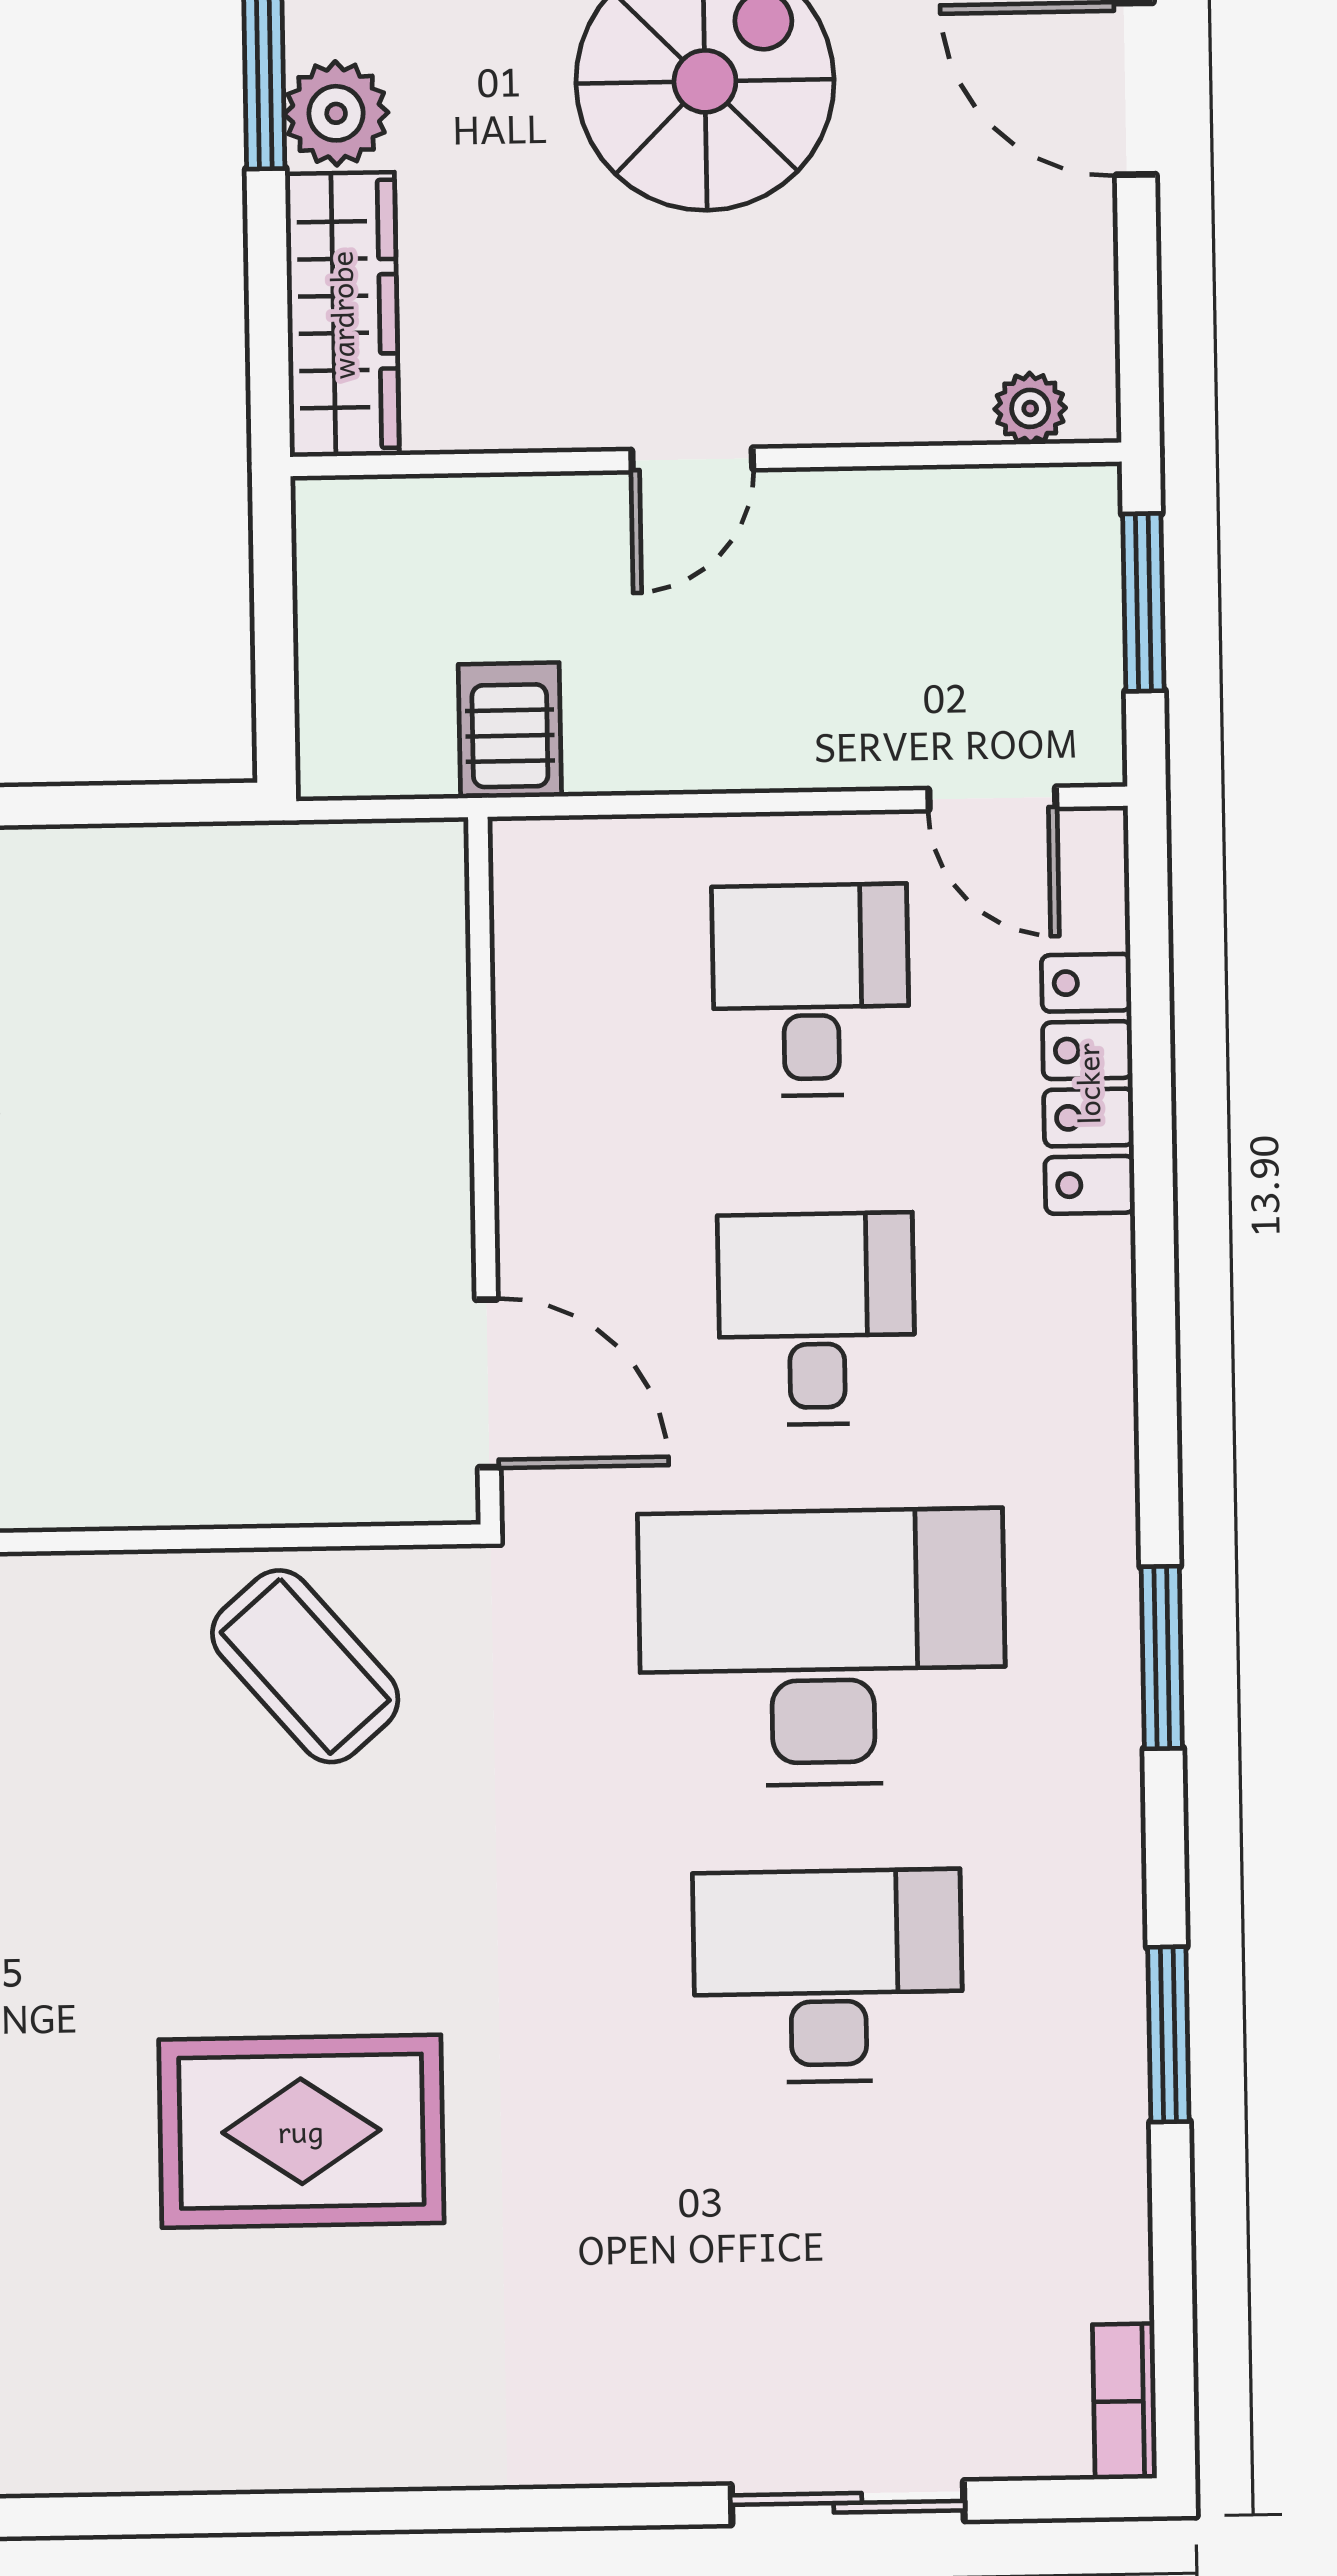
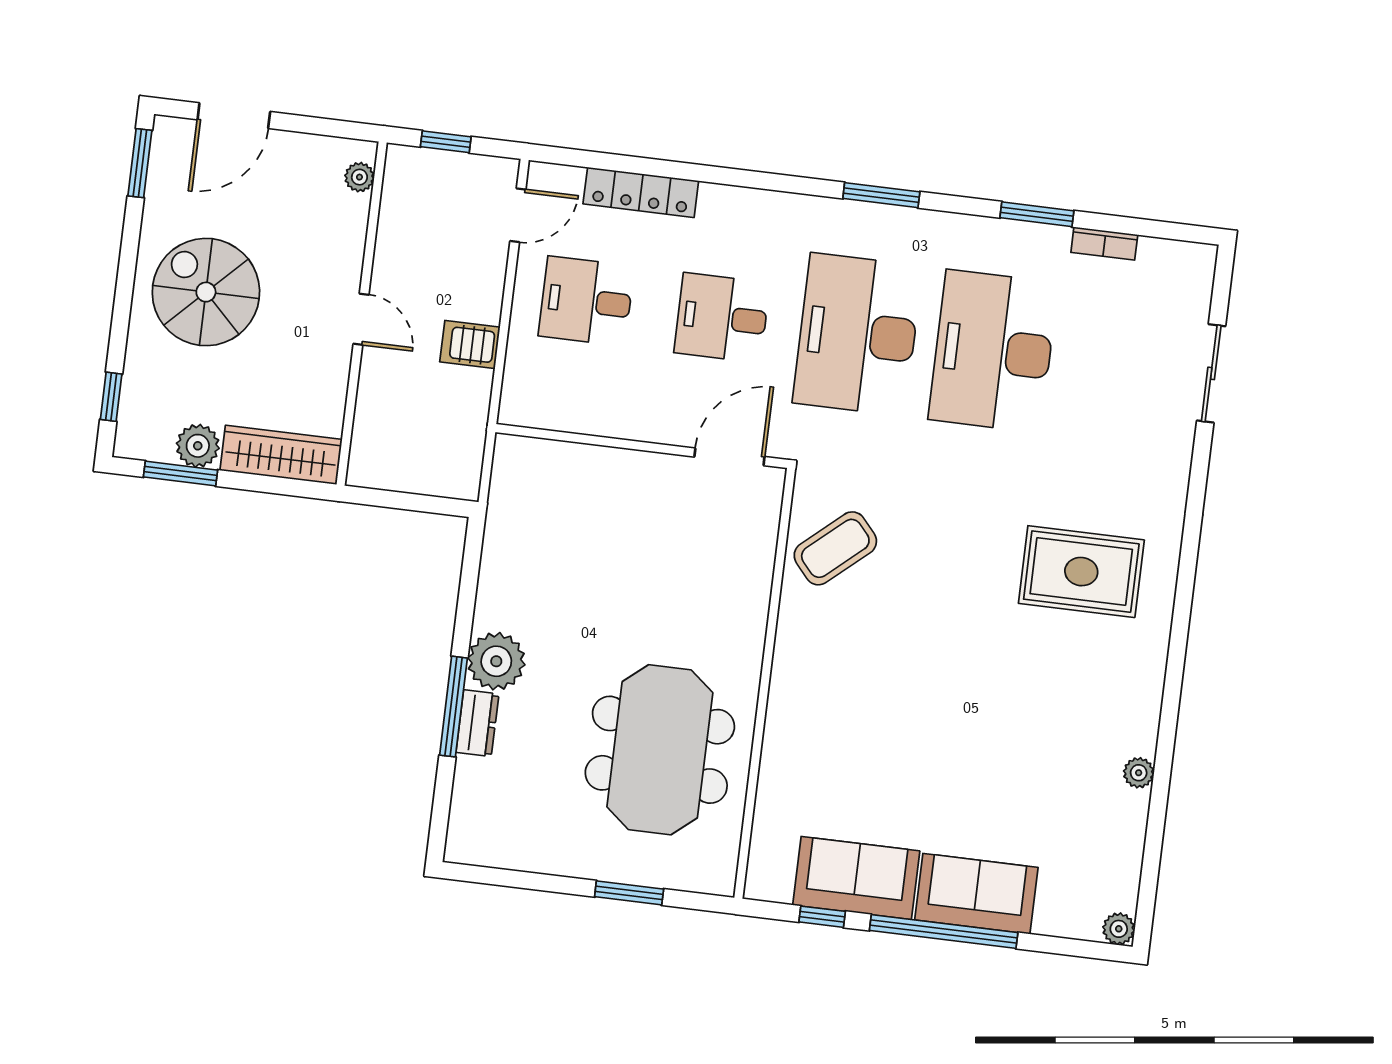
window: (1143, 602) -> (446, 142), width x0.67
server rack: (510, 730) -> (470, 345), moved
desk: (828, 1976) -> (993, 351), width x1.36, depth x1.30
rug: (301, 2131) -> (1081, 572), moved, turned 90
bookcase: (1125, 2401) -> (1104, 244), moved

